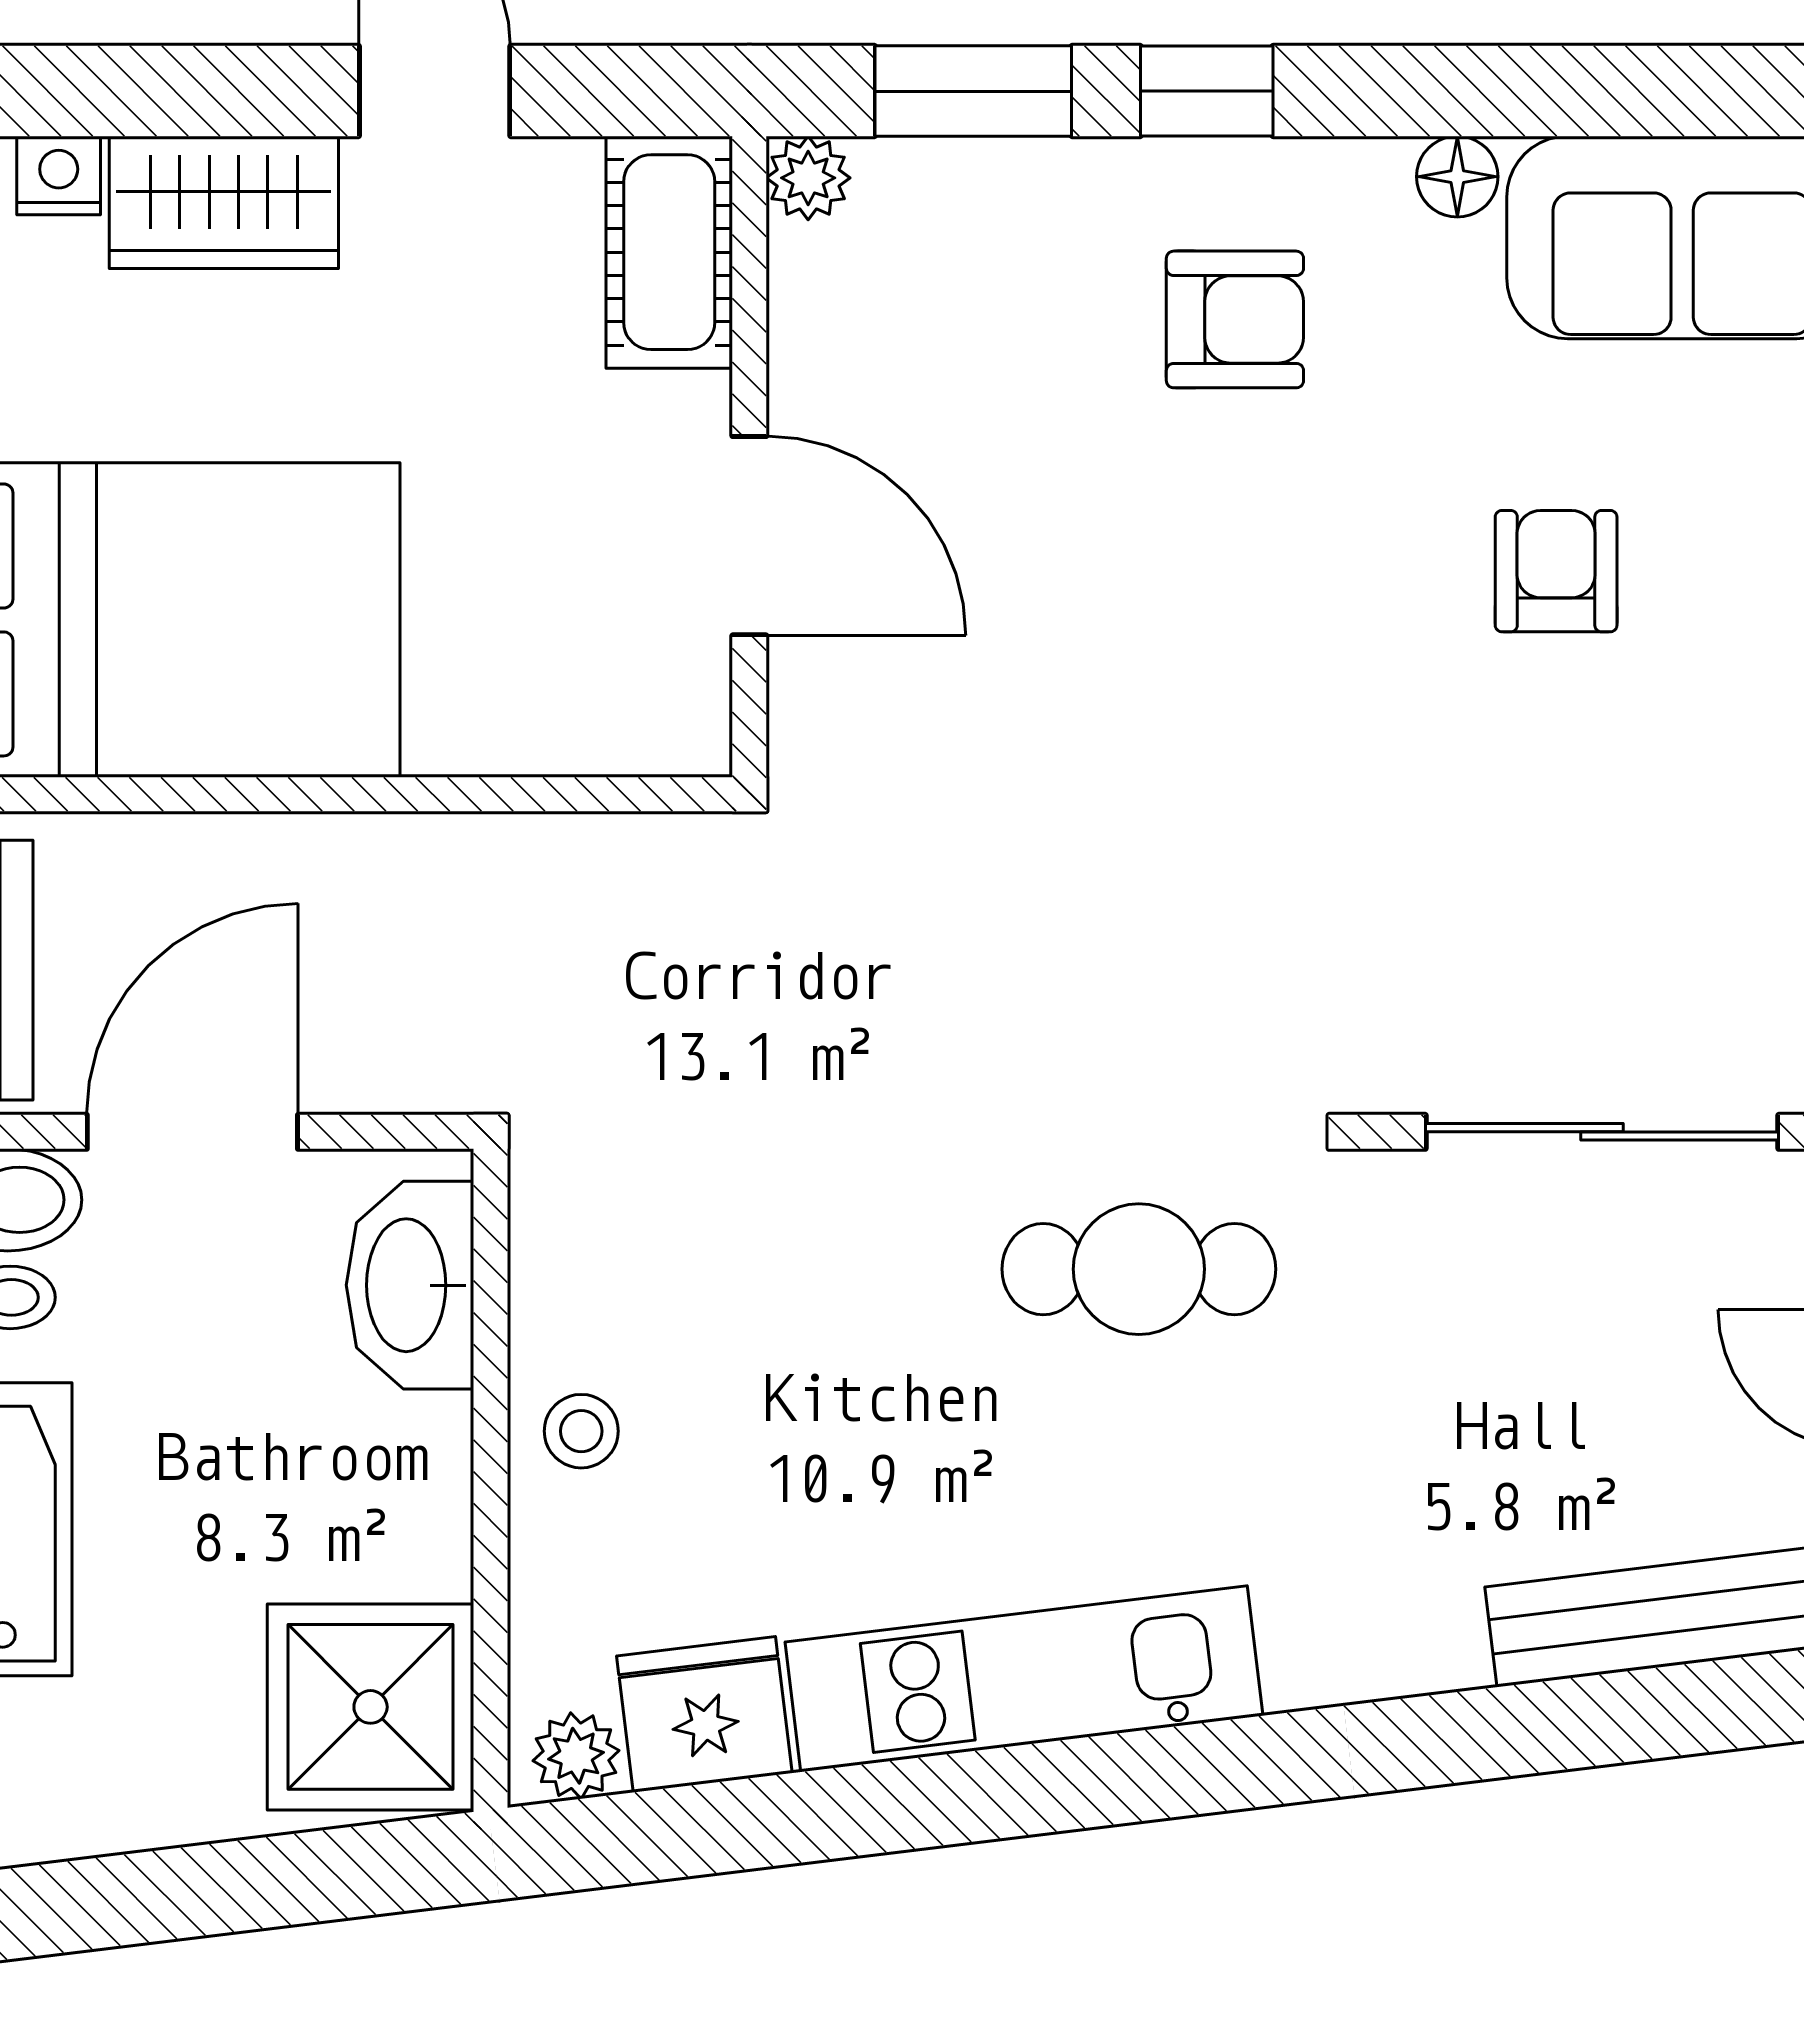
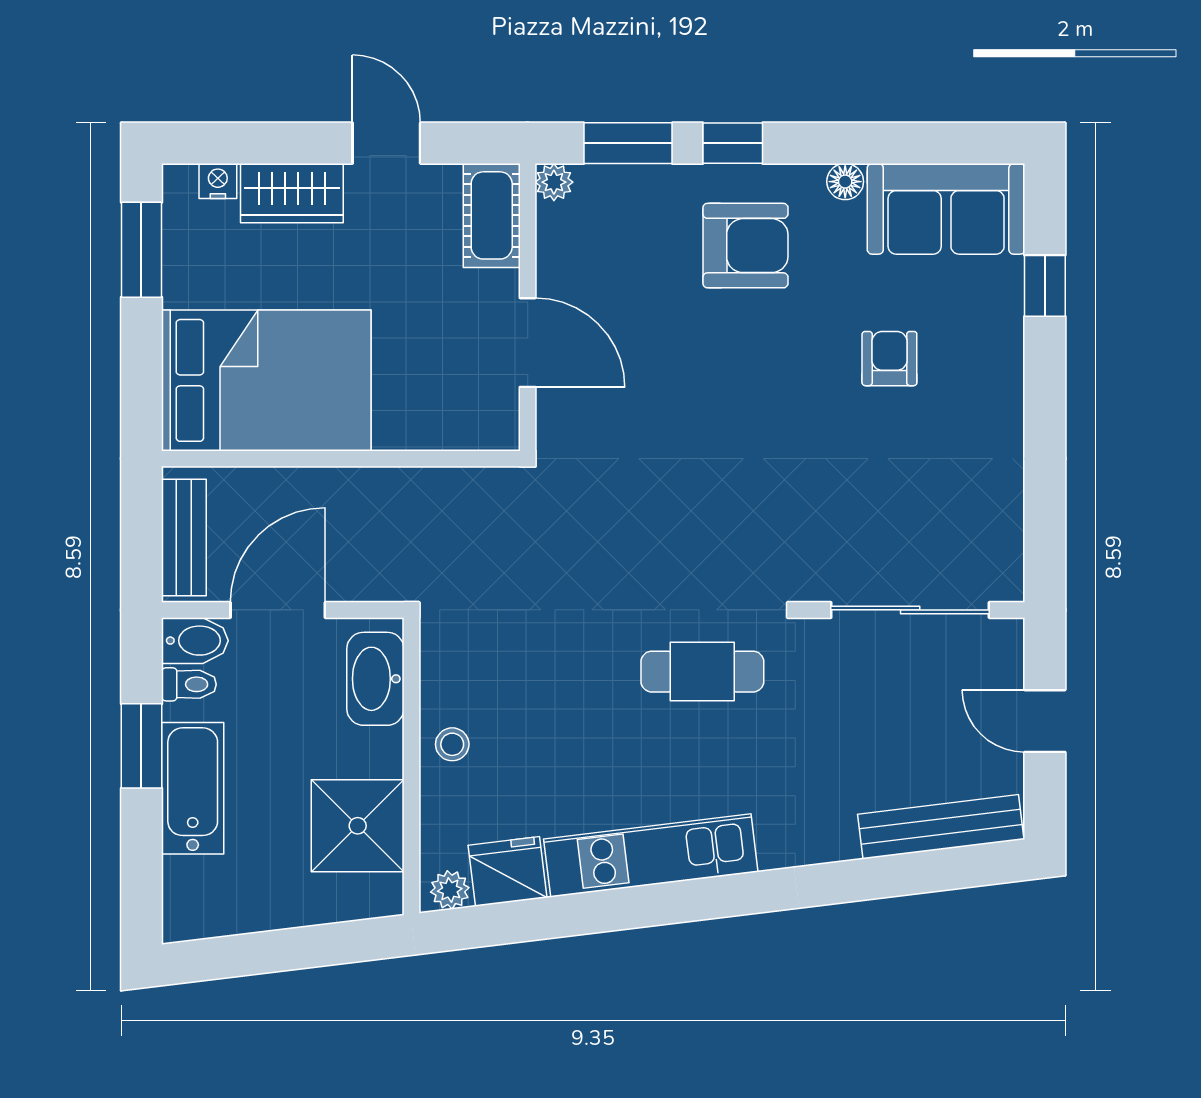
armchair: (1235, 319) -> (745, 246), width x1.38, depth x1.38
shower: (371, 1707) -> (358, 826), moved

